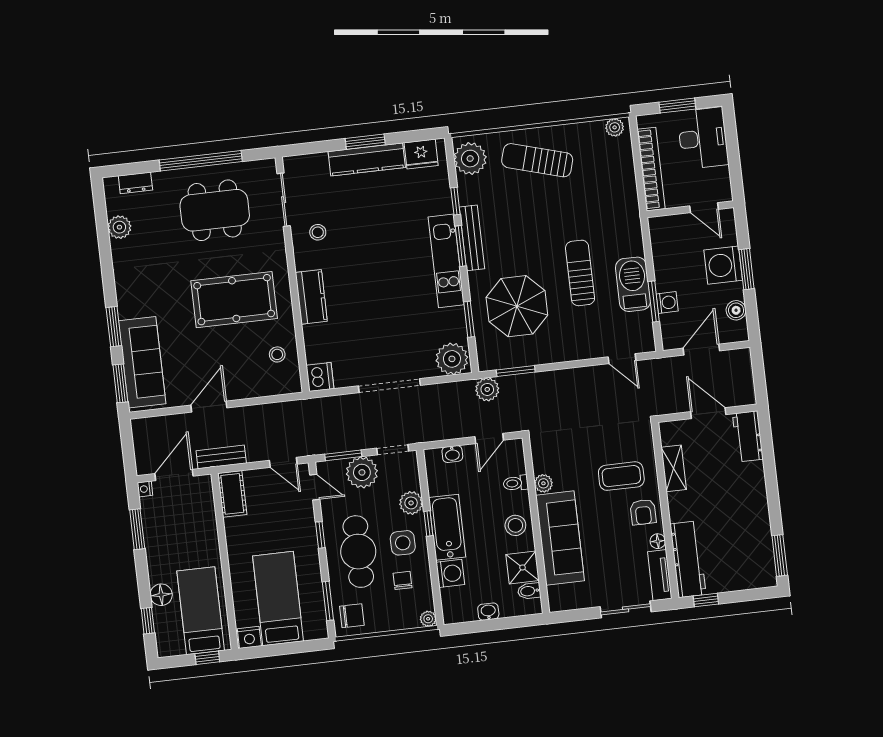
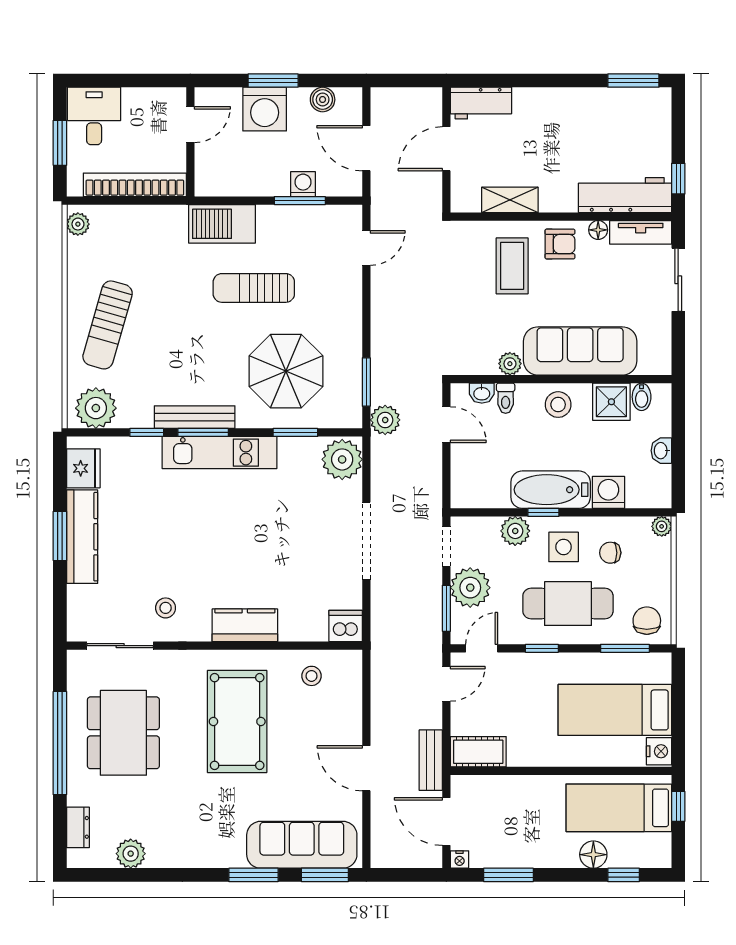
desk: (703, 138) -> (94, 116), width x0.73
barbecue: (633, 284) -> (222, 224), moved
washbasin: (452, 454) -> (482, 393), moved, turned 90

